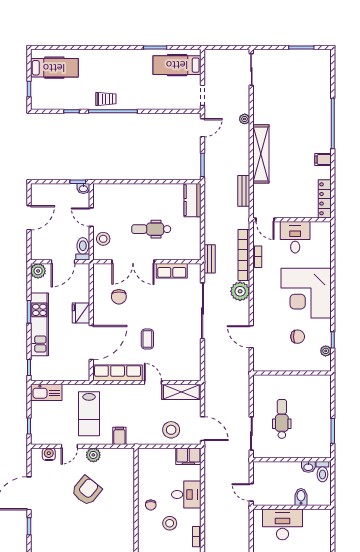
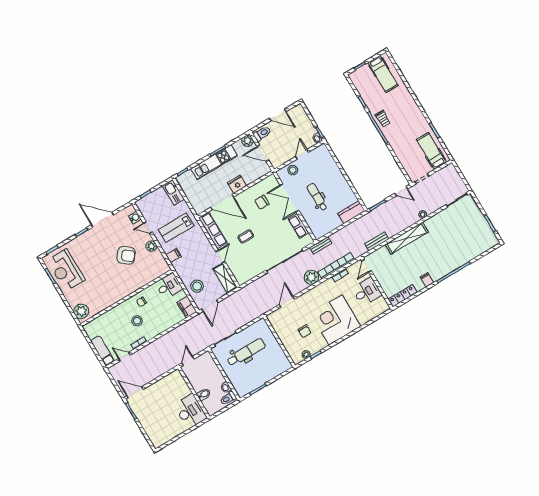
toilet: (83, 249) -> (262, 133), moved
dental chair: (282, 419) -> (246, 352), width x1.36, depth x1.38
desk: (186, 494) -> (169, 286), moved, turned -90
desk: (282, 524) -> (190, 411), moved

